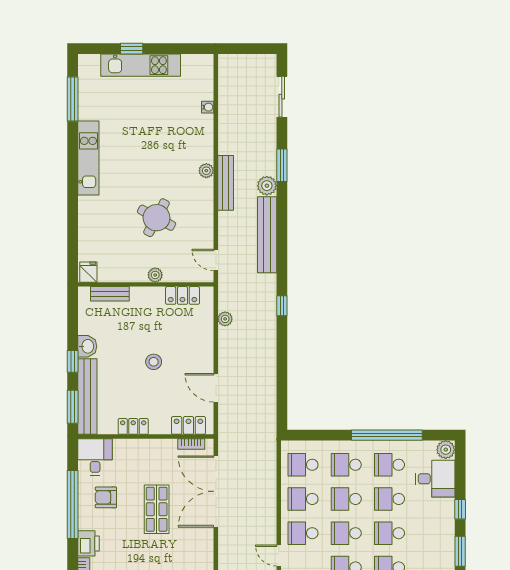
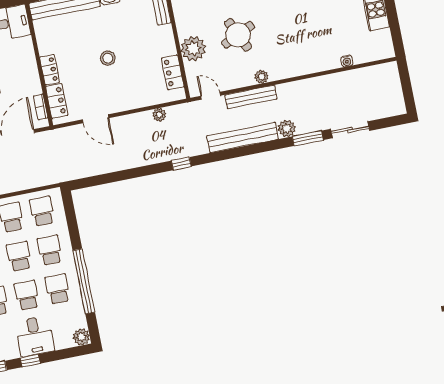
sliding door: (282, 97) -> (350, 130), moved
plant: (206, 171) -> (261, 77), moved
bench: (226, 183) -> (251, 97), moved
round table: (157, 218) -> (238, 35), turned 37
door: (216, 260) -> (211, 96), hinge flipped
plant: (155, 275) -> (193, 49), width x1.88, depth x1.88
door: (216, 388) -> (96, 119), swing flipped
locker: (133, 426) -> (50, 70), moved
desk: (435, 479) -> (35, 336), moved

